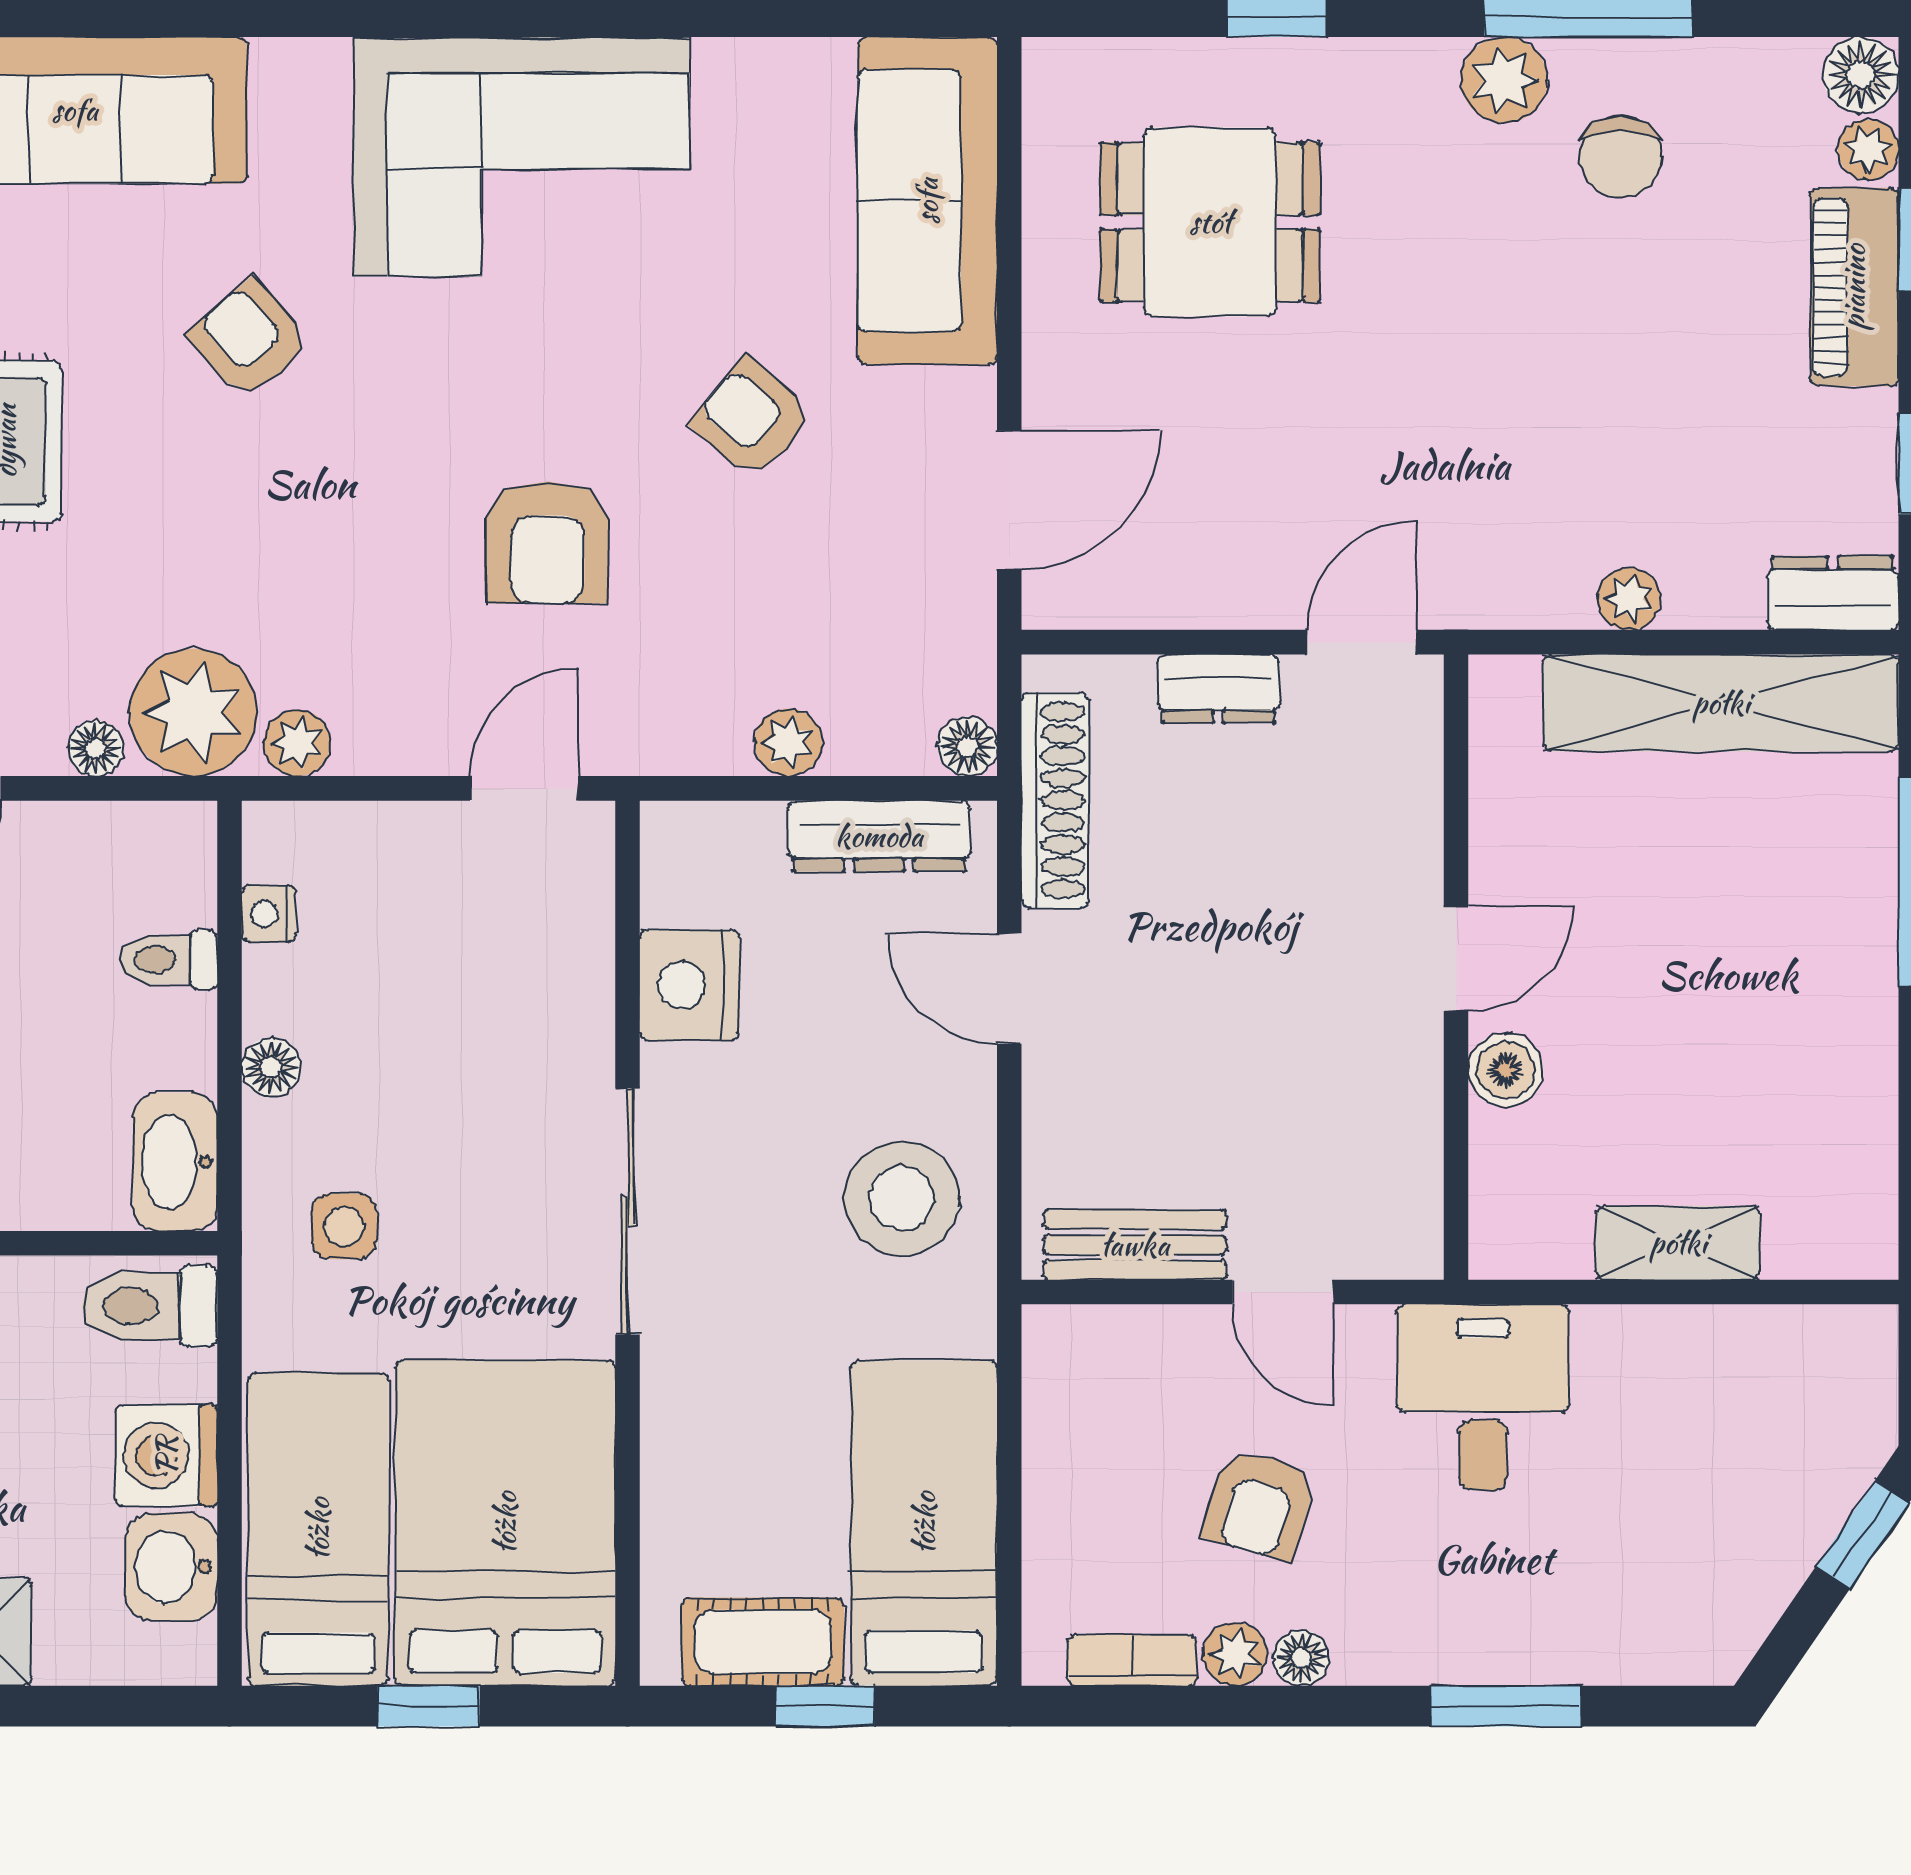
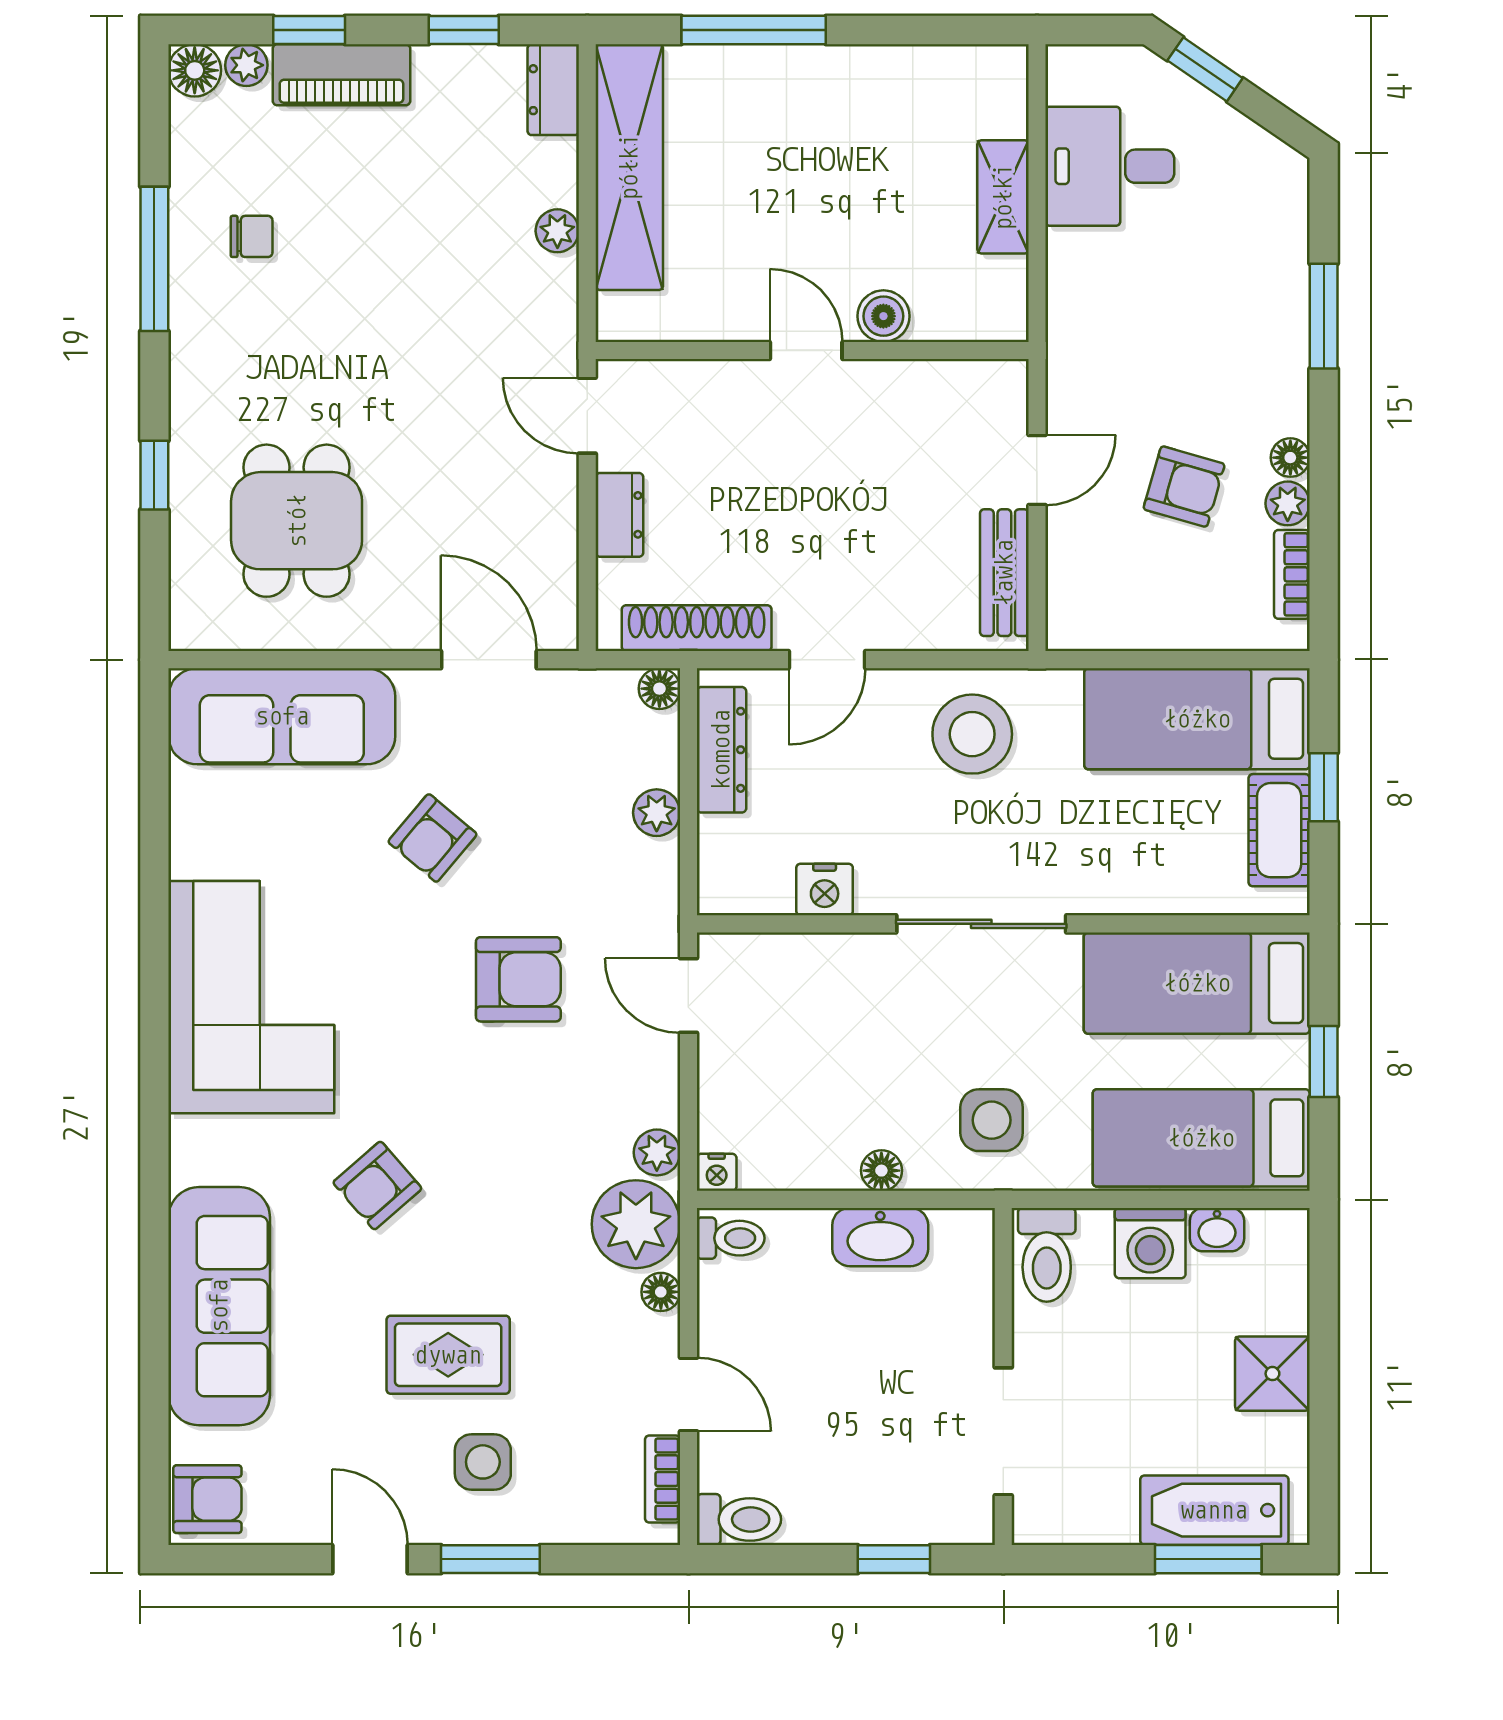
plant: (1504, 80) -> (198, 317), removed
chair: (1621, 157) -> (252, 236), width x0.73, depth x0.73
nightstand: (269, 914) -> (717, 1172), moved
toilet: (169, 960) -> (731, 1238), moved, turned -90
nightstand: (689, 985) -> (825, 889), width x0.74, depth x0.75
washbasin: (175, 1162) -> (880, 1237), moved
side table: (344, 1226) -> (992, 1120), width x1.37, depth x1.37
desk: (1483, 1397) -> (1110, 166), moved
bed: (505, 1523) -> (1197, 983), width x0.67
washbasin: (172, 1567) -> (1217, 1230), width x0.72, depth x0.69

